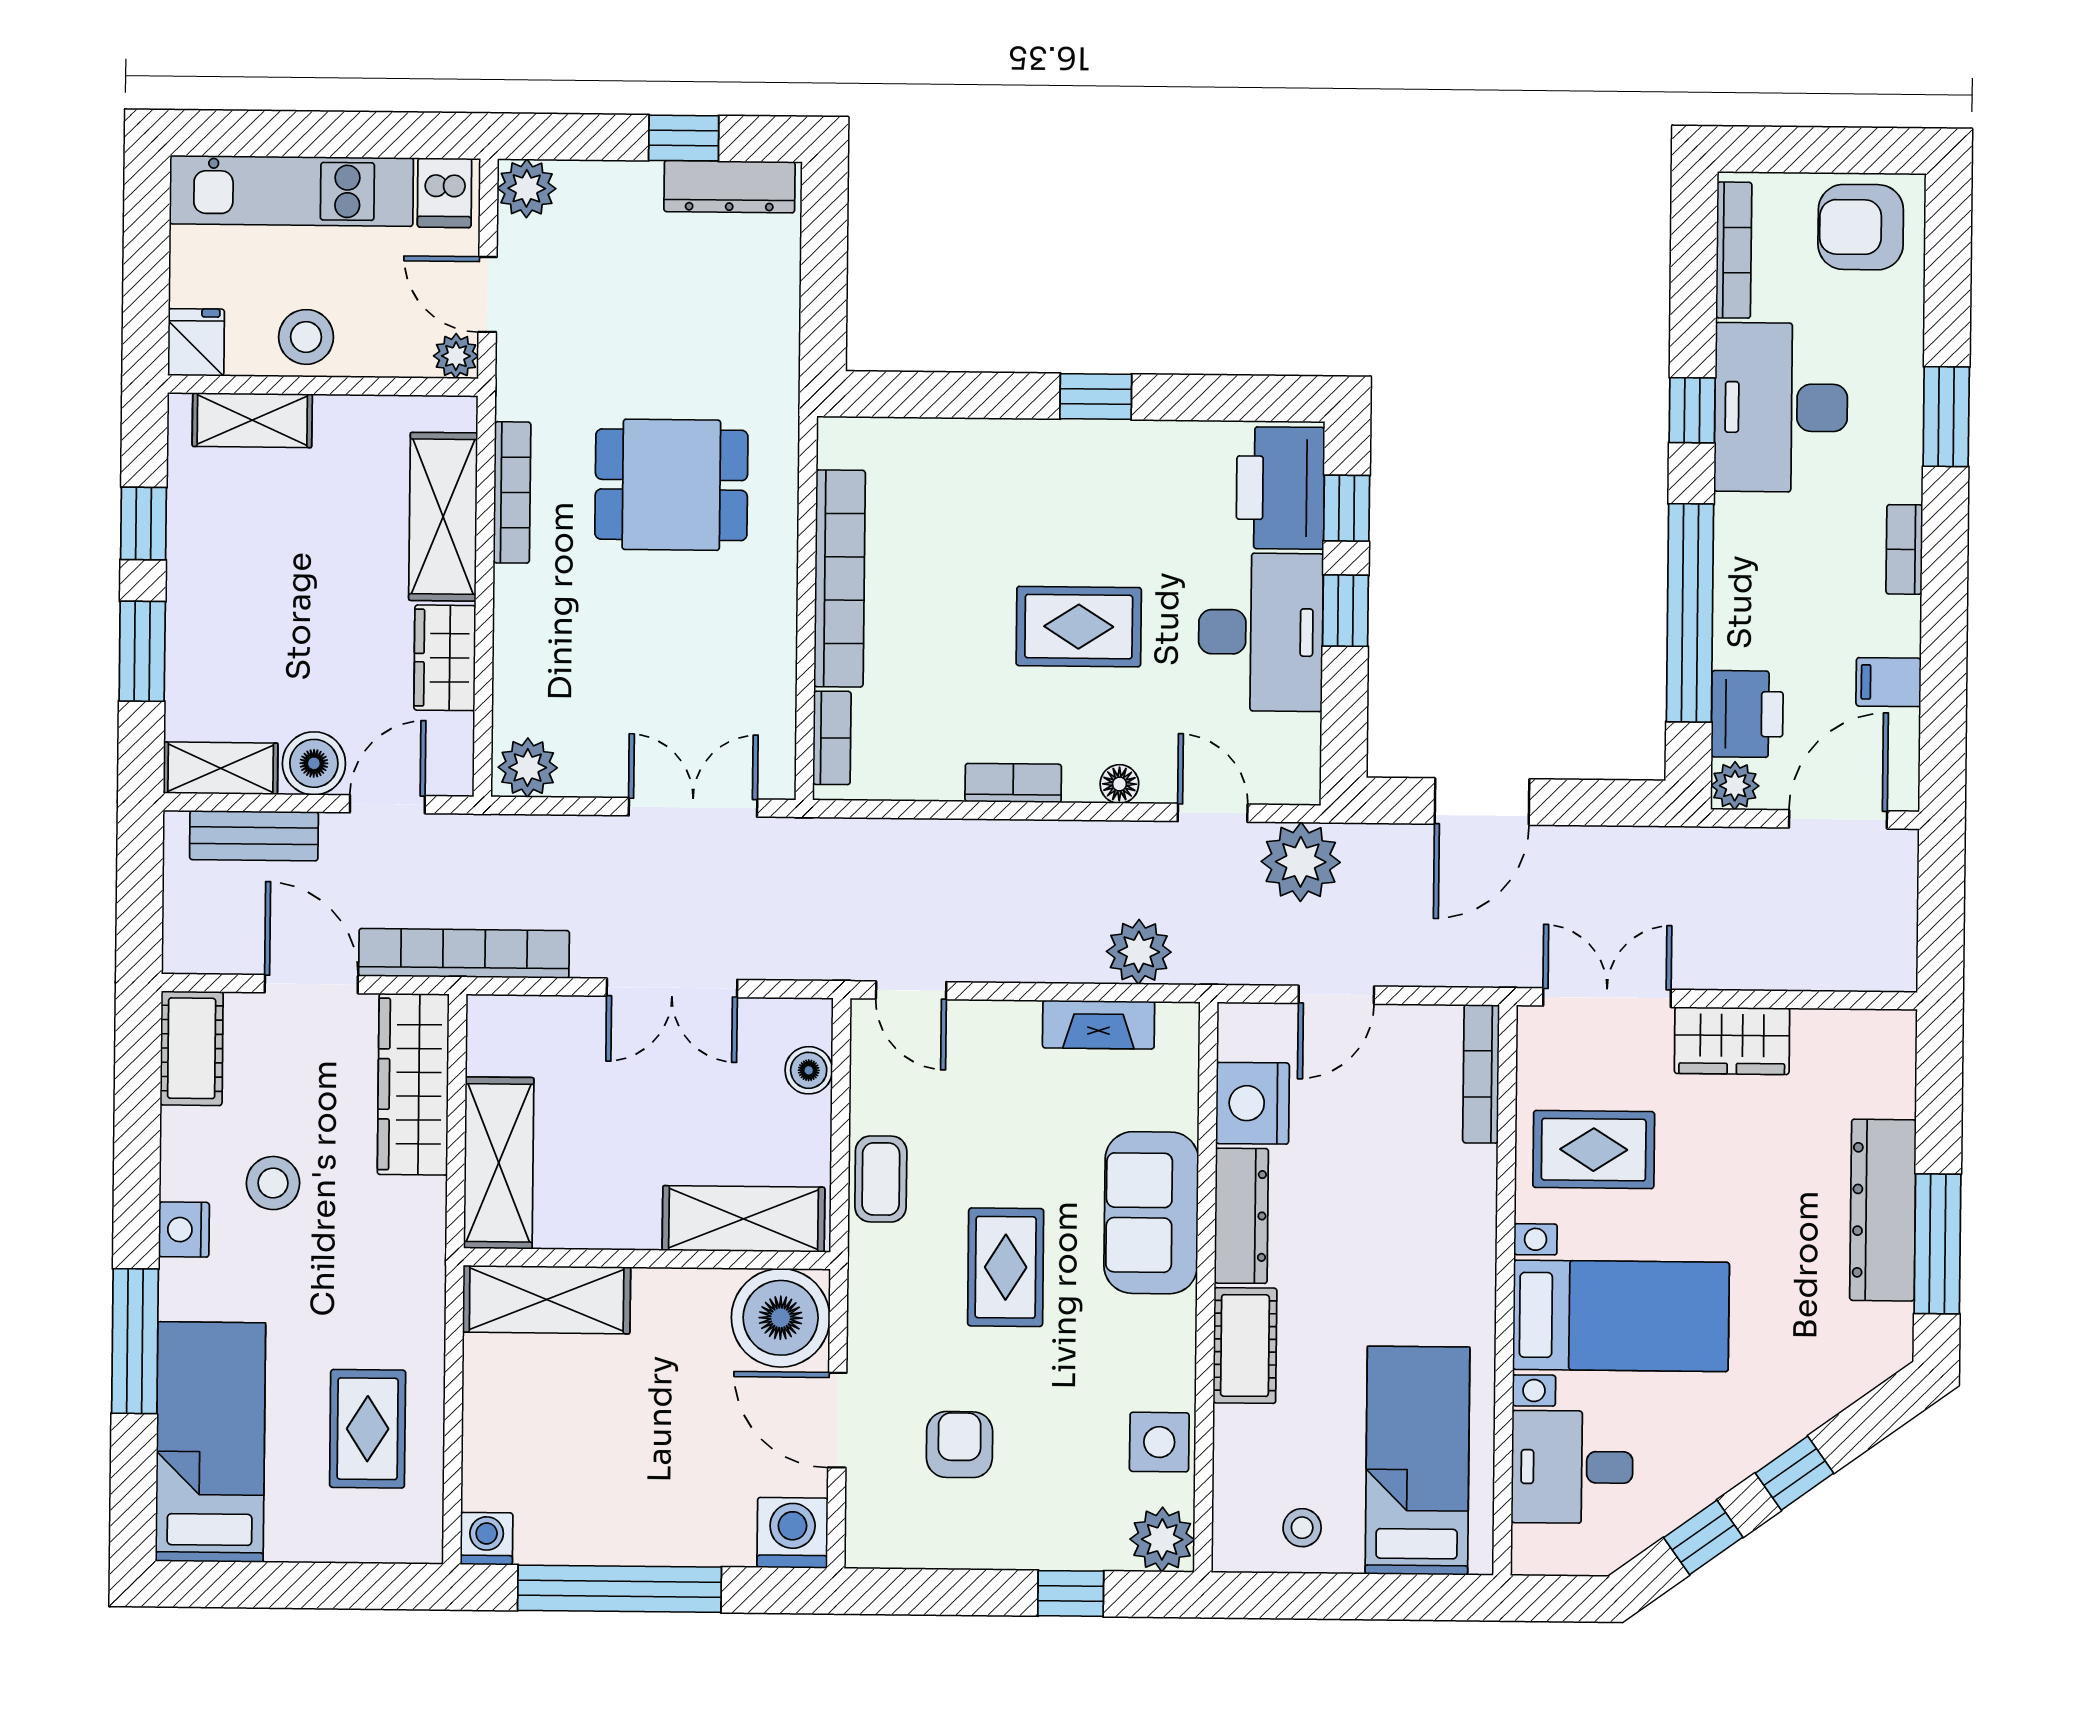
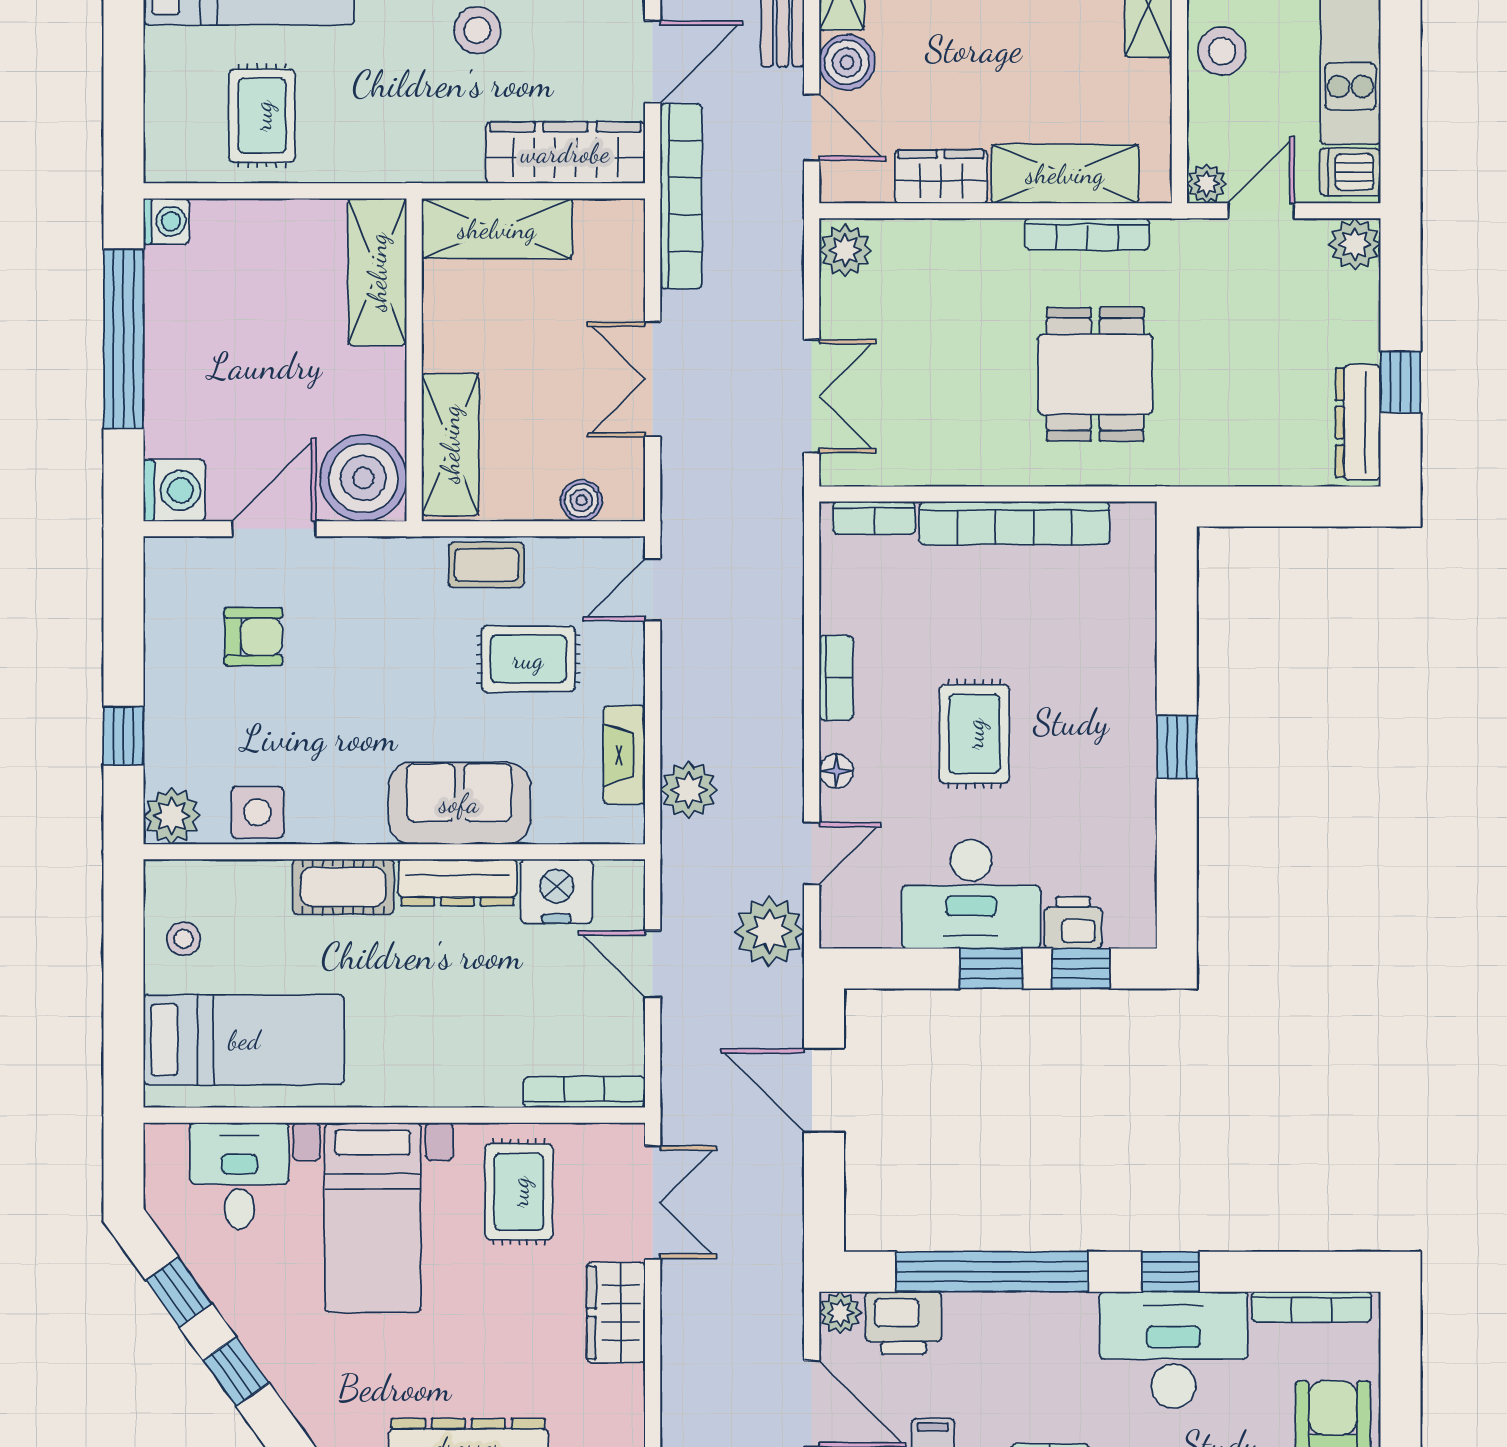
printer: (1280, 488) -> (1073, 923), width x0.53, depth x0.68
rug: (1006, 1267) -> (528, 659), moved
rug: (368, 1429) -> (262, 116), turned 90

